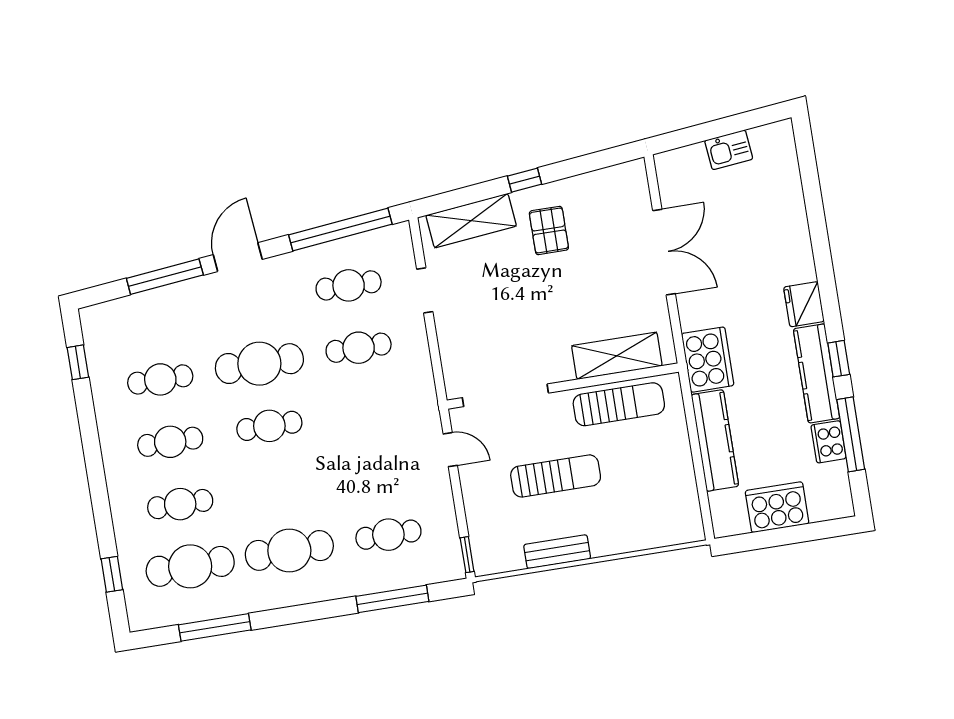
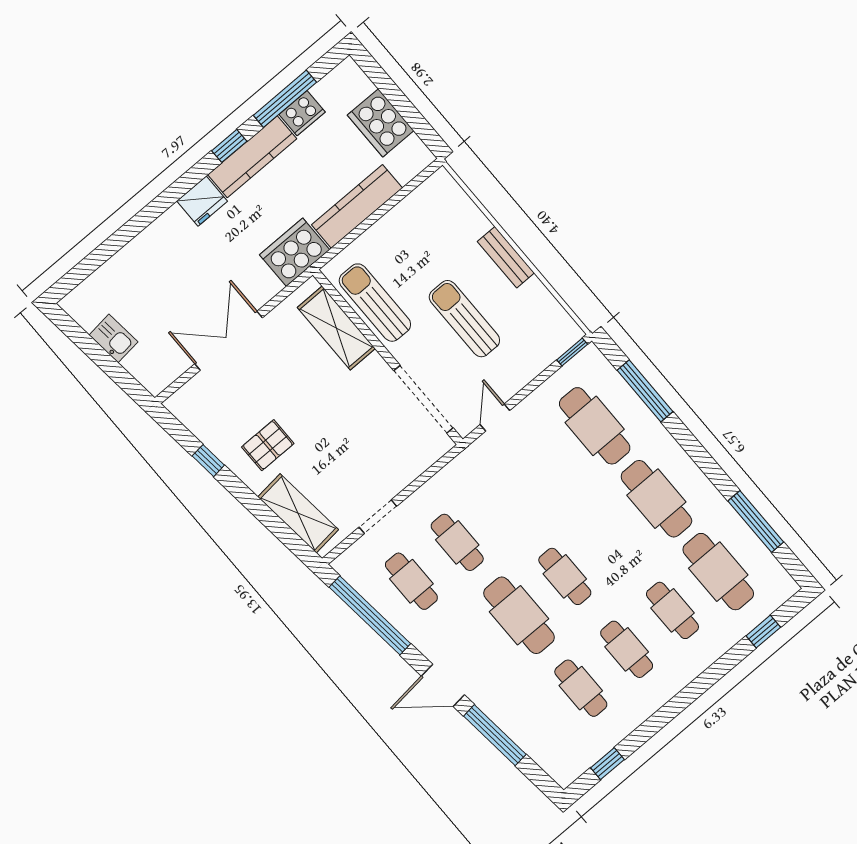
window: (525, 180) -> (208, 461), moved
cafe table: (388, 535) -> (595, 426), width x1.37, depth x1.35
bench: (557, 552) -> (506, 257), moved

